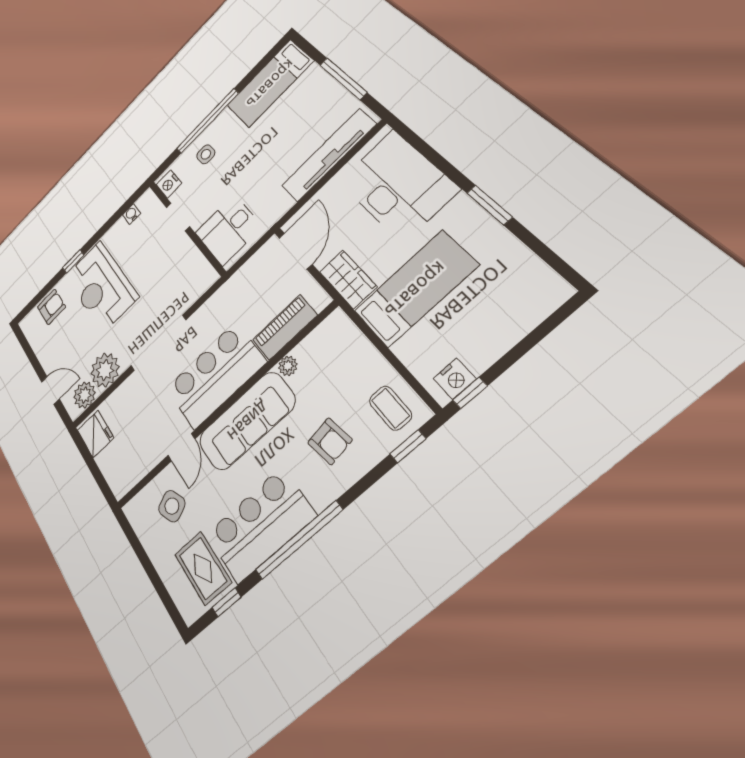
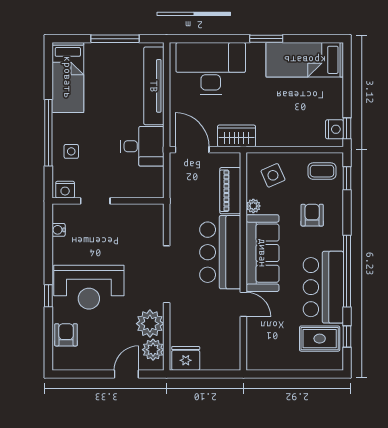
desk: (228, 230) -> (142, 146), moved, turned -90
bed: (415, 289) -> (305, 60), moved, turned -90
armchair: (330, 441) -> (312, 215), turned -81
side table: (172, 506) -> (273, 175), moved

